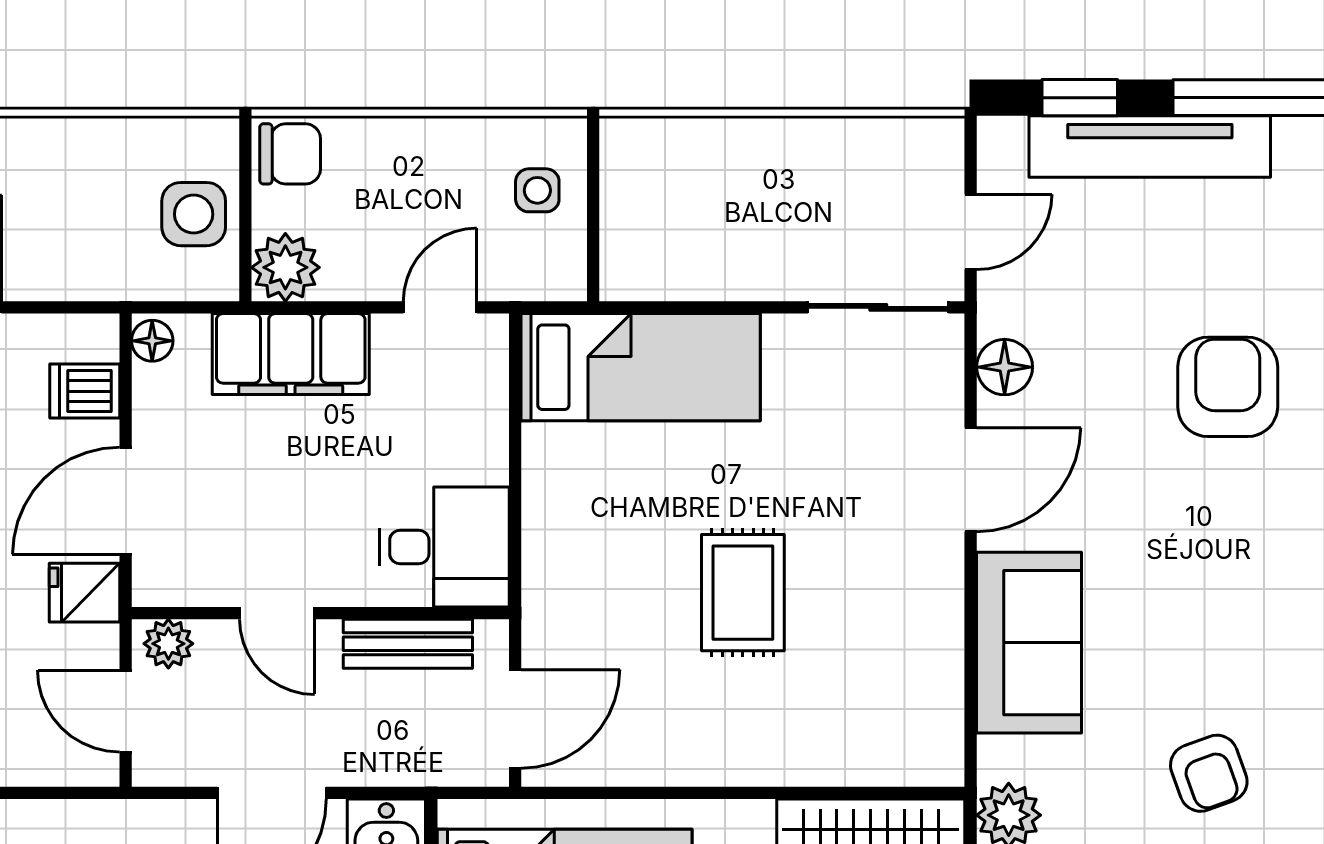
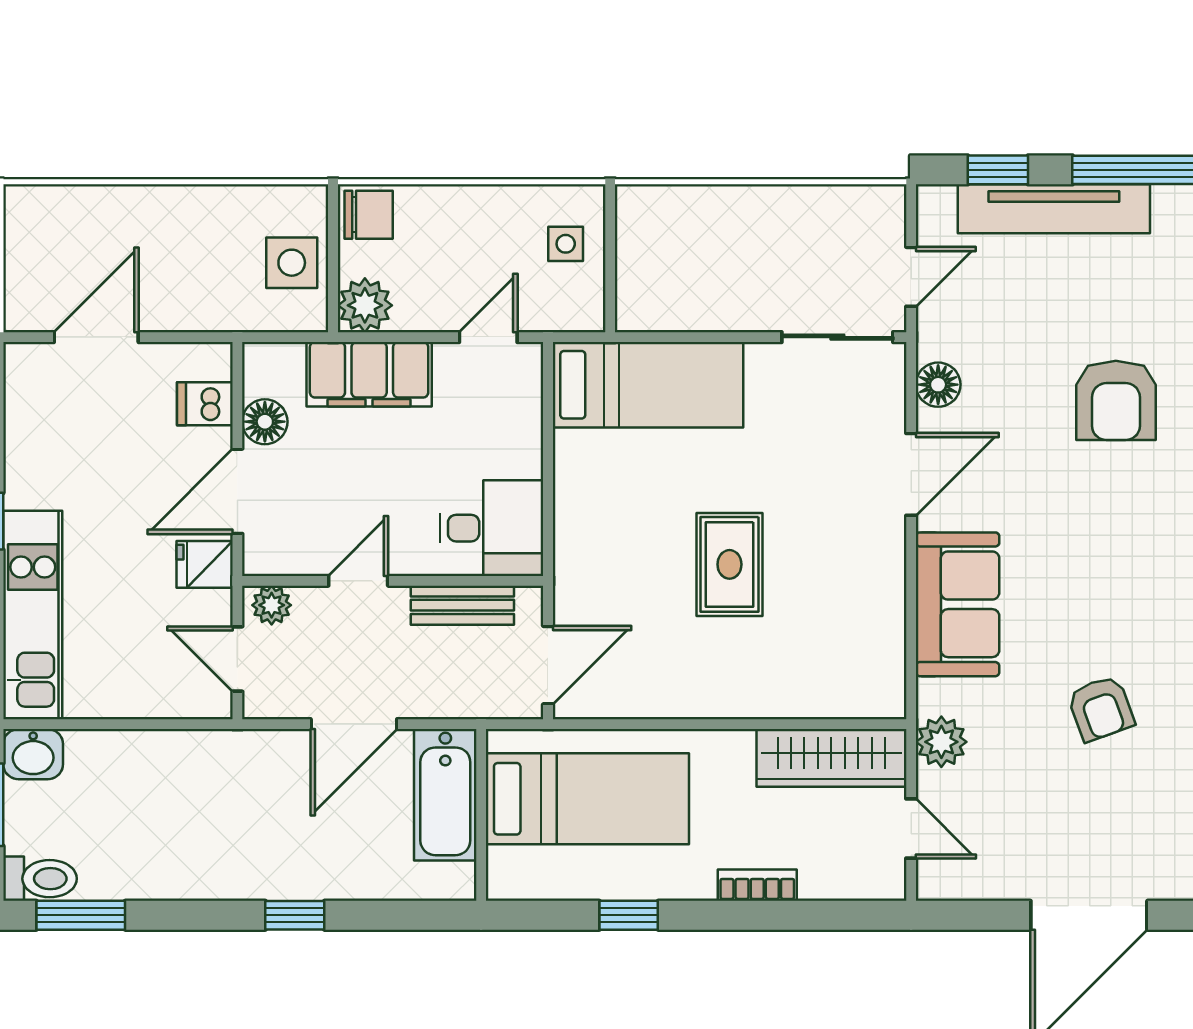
floor lamp: (152, 341) -> (265, 422), moved, width x1.37, depth x1.37
armchair: (1228, 387) -> (1116, 400), turned 180
door: (277, 613) -> (358, 581), swing flipped

